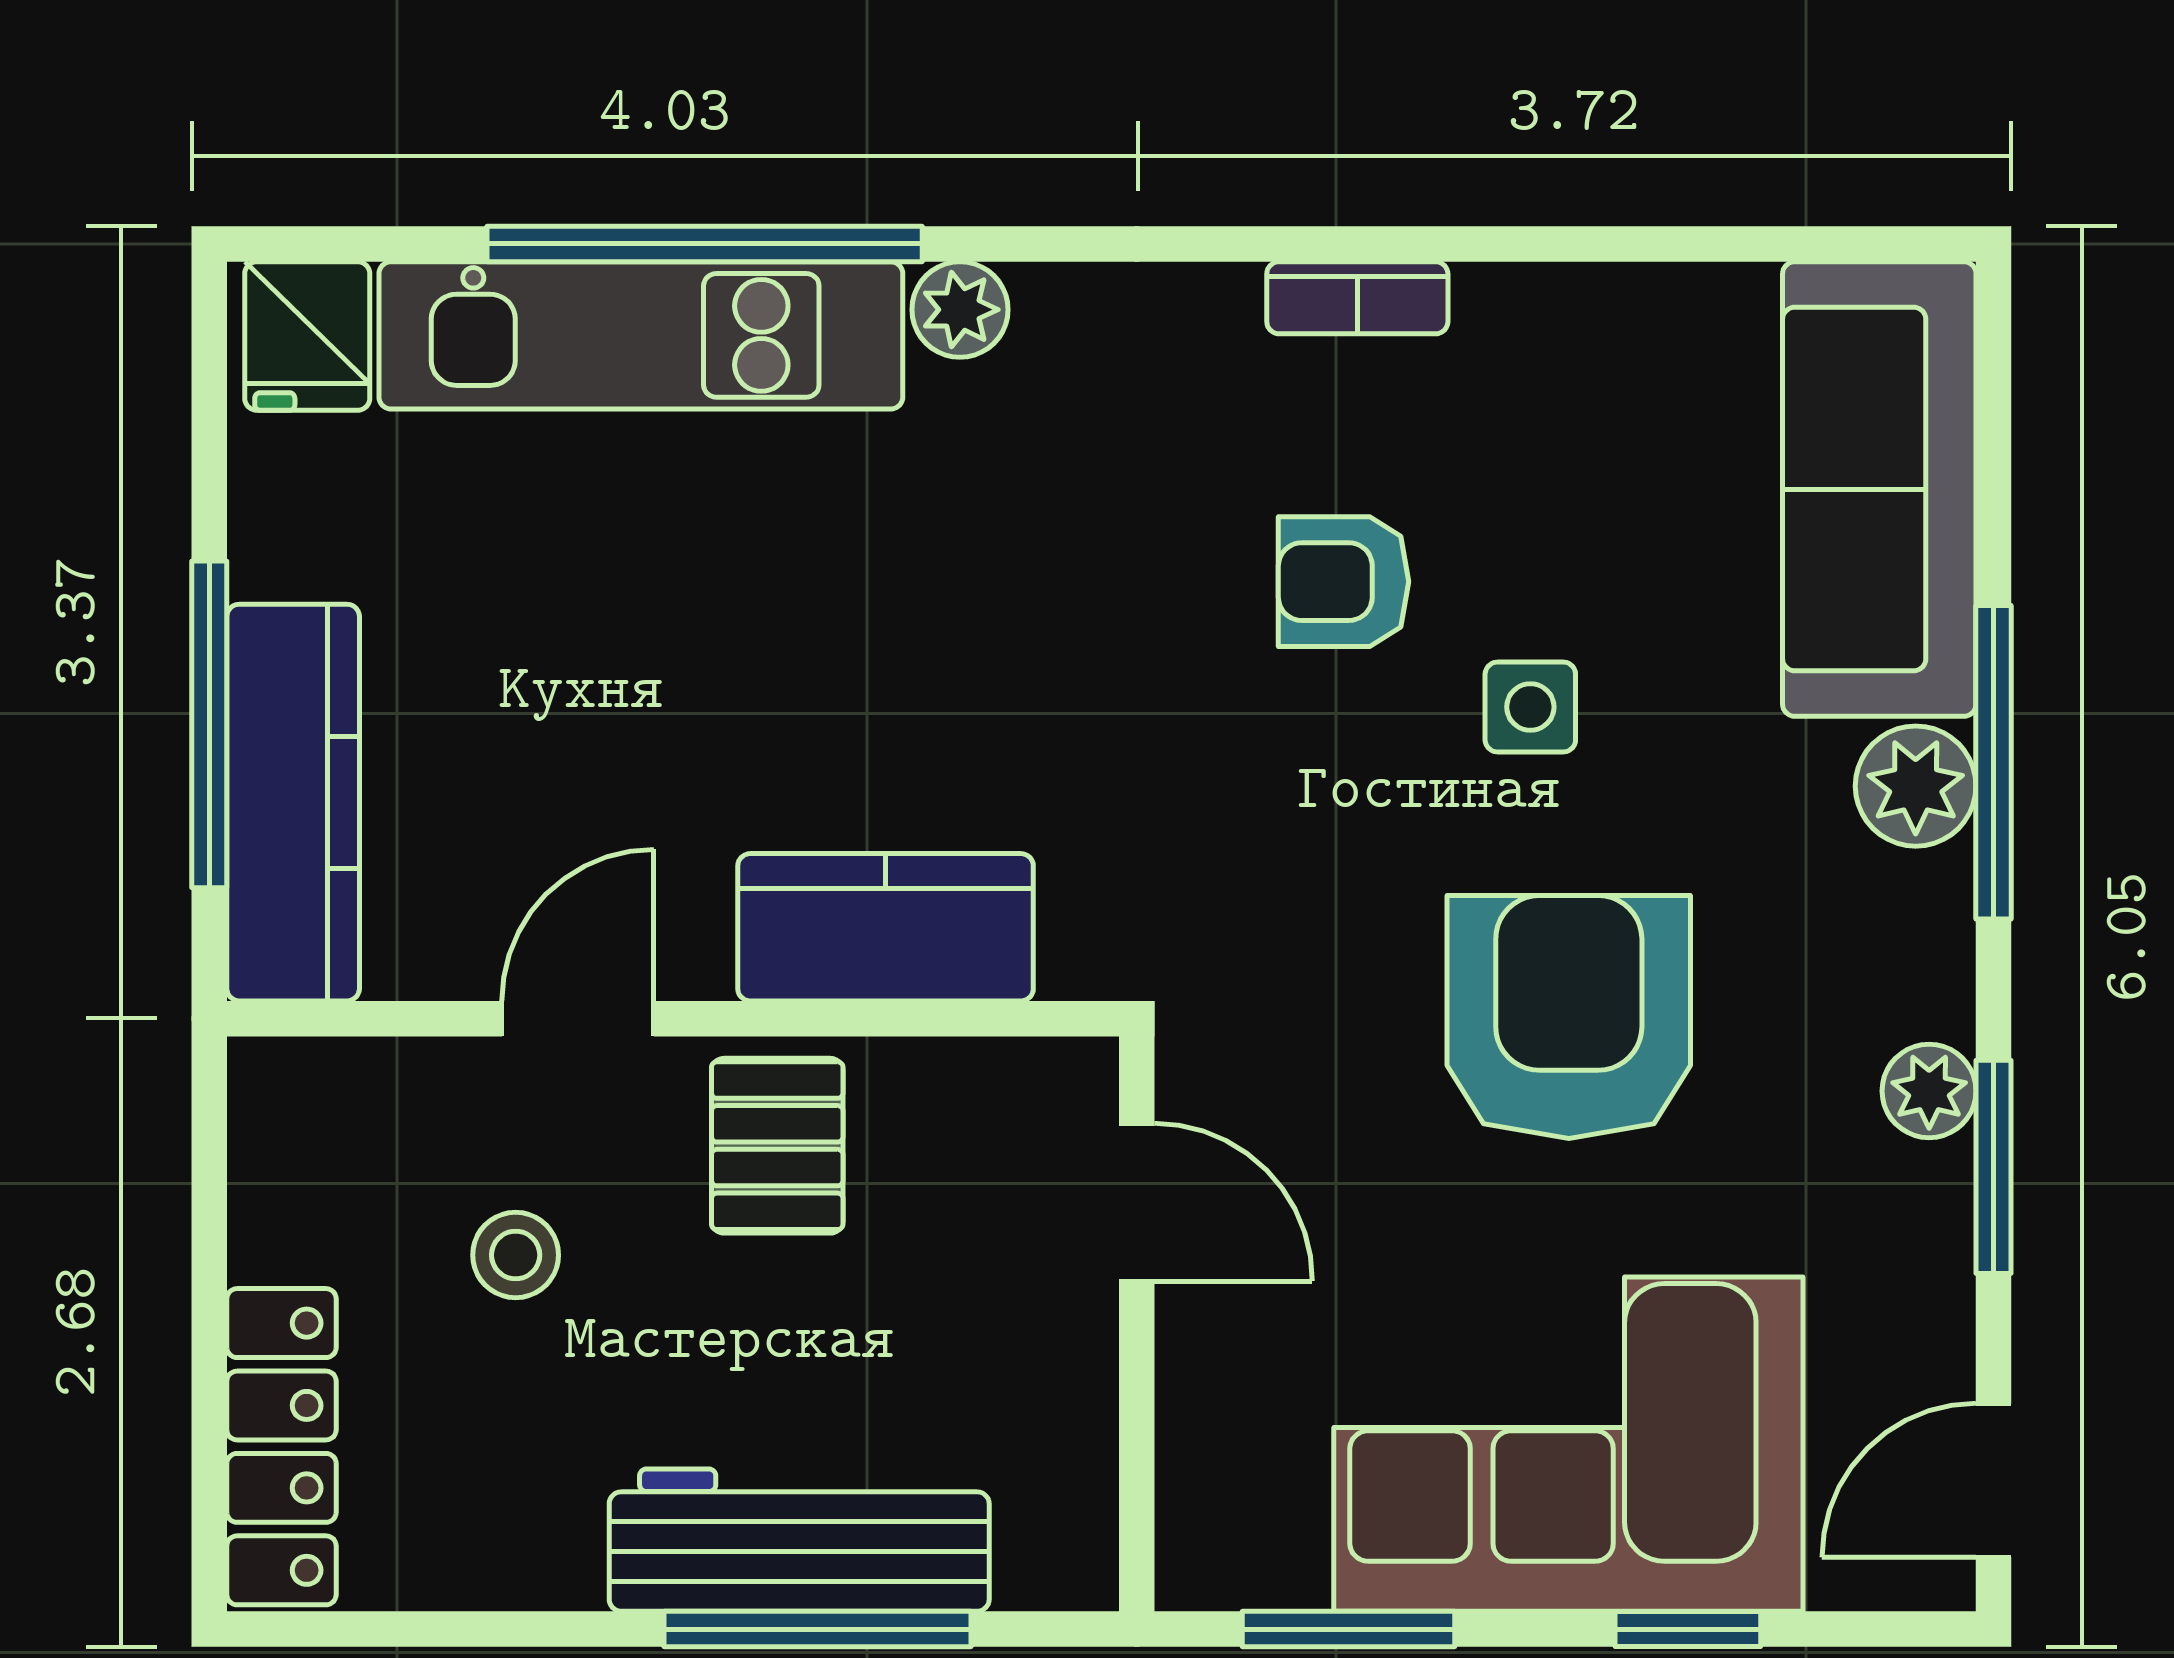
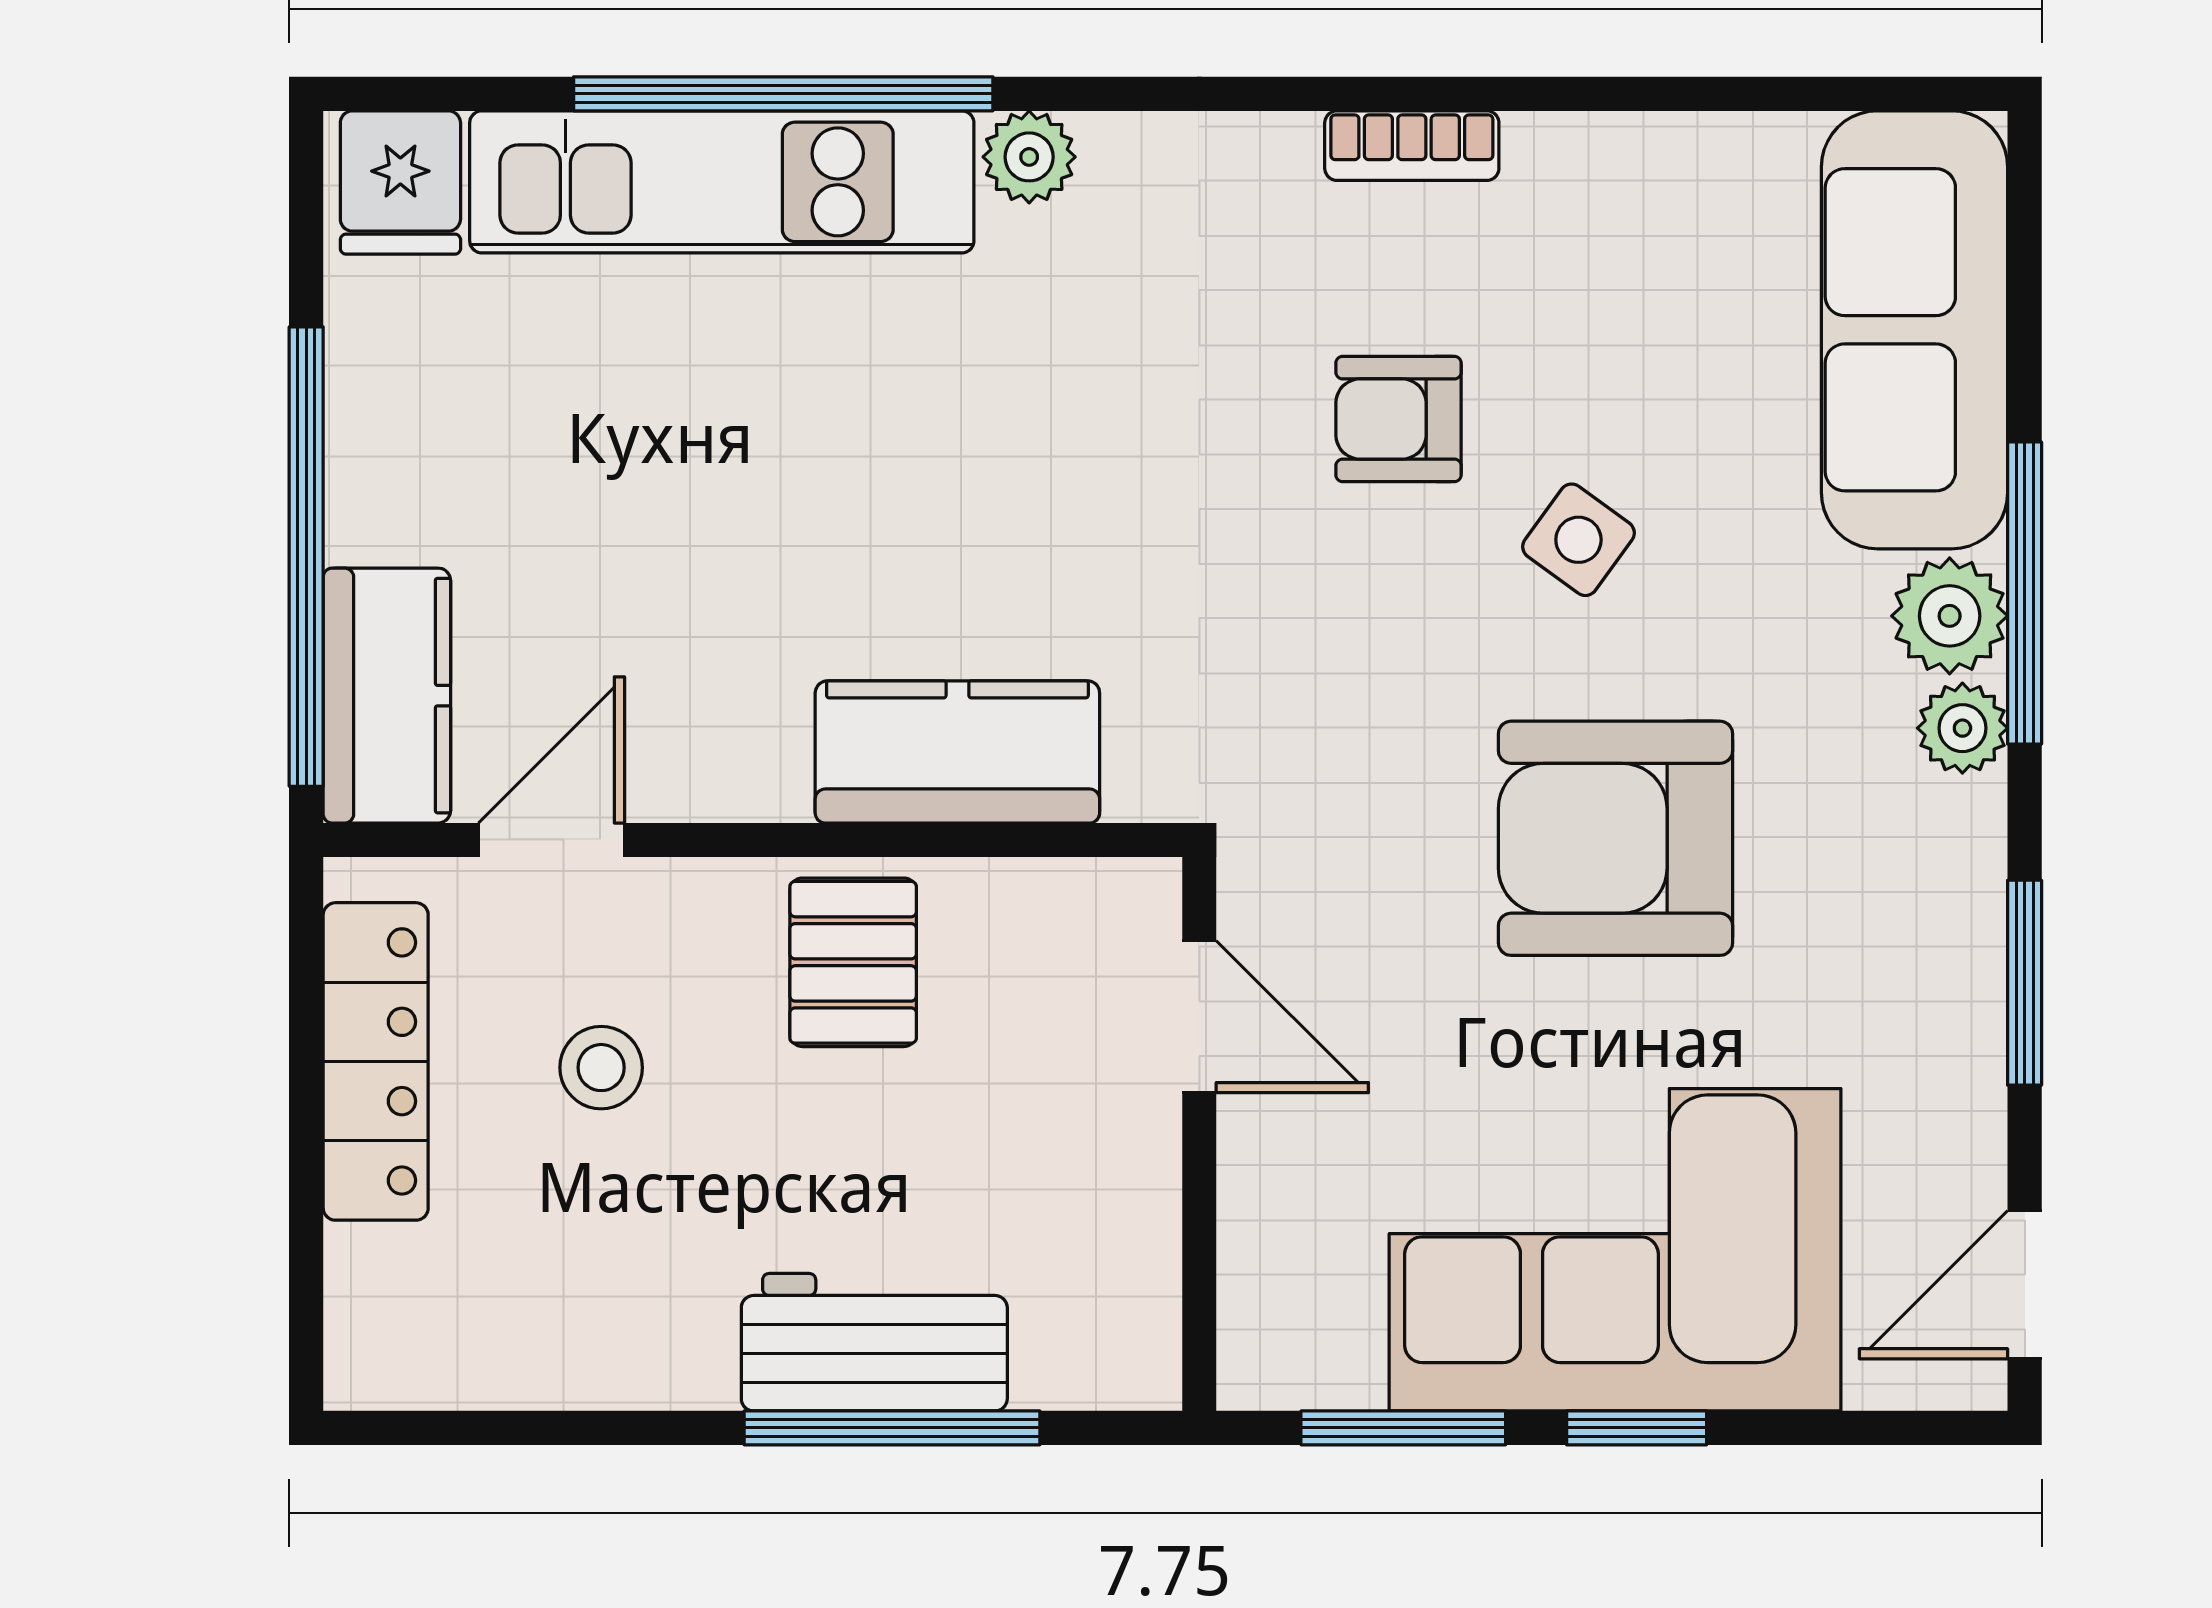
side table: (1530, 707) -> (1578, 540), turned 36
window: (209, 724) -> (306, 557), width x1.46
kitchen counter: (293, 803) -> (387, 696), width x0.67
armchair: (1569, 1017) -> (1616, 838), turned -90
door: (578, 1019) -> (551, 840), moved
plant: (1929, 1091) -> (1962, 728), moved
locker: (282, 1447) -> (376, 1061), moved
workbench: (799, 1540) -> (874, 1342), width x0.73
window: (1688, 1629) -> (1637, 1428), moved

